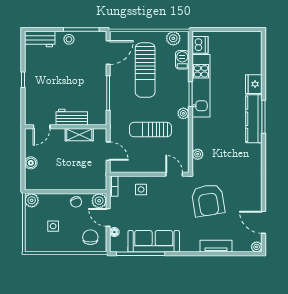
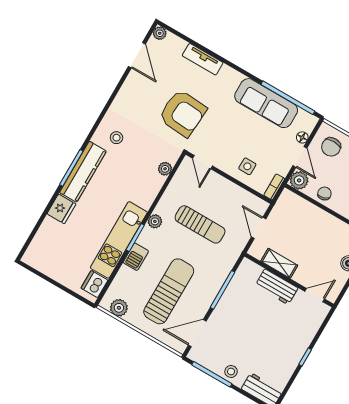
barbecue: (182, 60) -> (136, 257), moved
stool: (244, 156) -> (116, 138), added
armchair: (208, 200) -> (183, 113), turned 103

